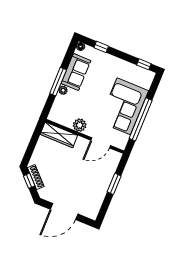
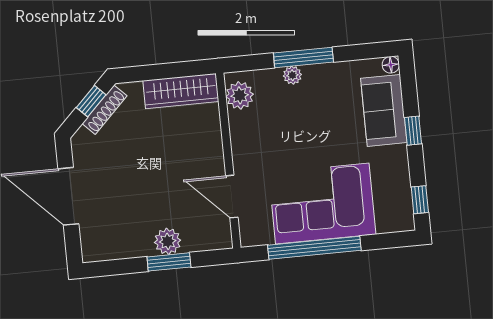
window: (101, 47) -> (413, 131), moved
sofa: (76, 72) -> (384, 110), moved, turned 90
plant: (80, 125) -> (240, 95), moved
wardrobe: (59, 135) -> (181, 91), moved, turned -90
plant: (105, 180) -> (168, 241), added

